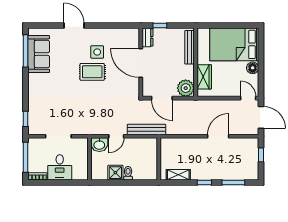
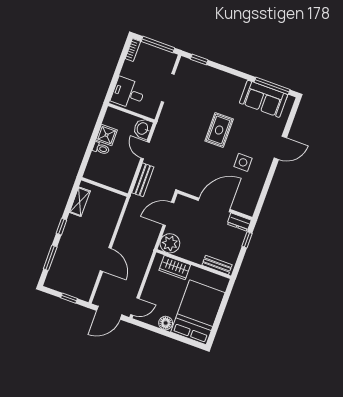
bench: (189, 47) -> (217, 265), width x0.73
rug: (92, 72) -> (219, 130), moved
bench: (147, 129) -> (143, 180), width x0.73
desk: (60, 167) -> (128, 93), moved

